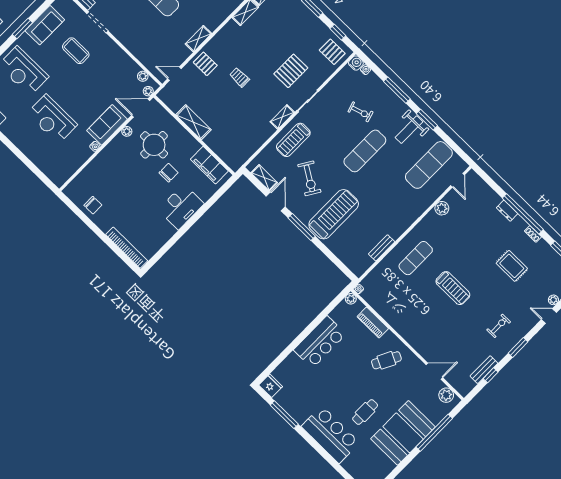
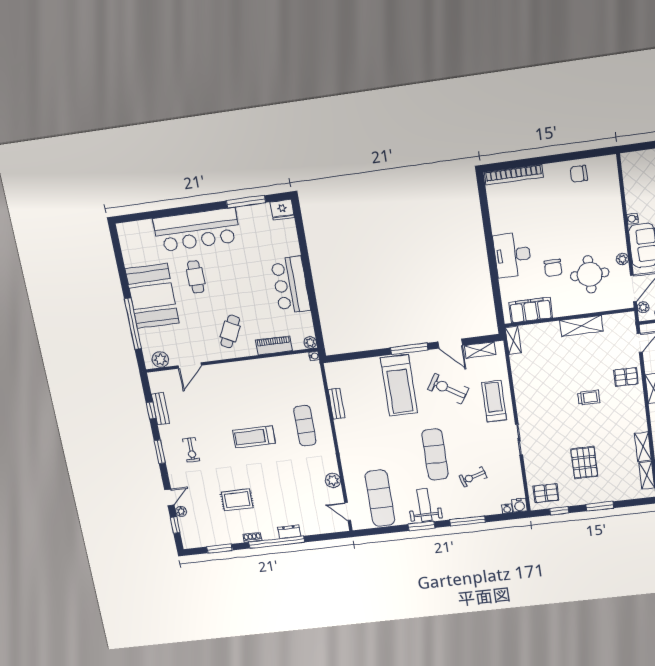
pallet: (291, 71) -> (584, 463), moved
shelving: (282, 117) -> (513, 340), moved
bar counter: (330, 435) -> (197, 230), width x1.36

